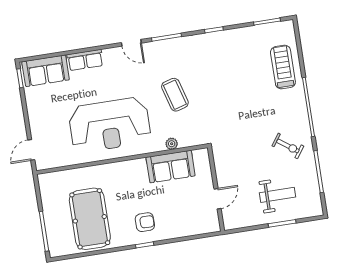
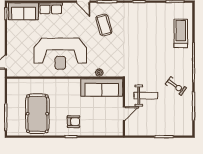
coffee table: (175, 95) -> (104, 25), moved
sofa: (171, 166) -> (102, 87), width x1.36
weight bench: (278, 195) -> (146, 96), moved

